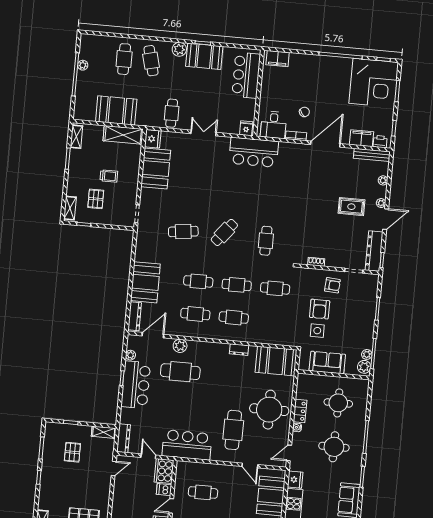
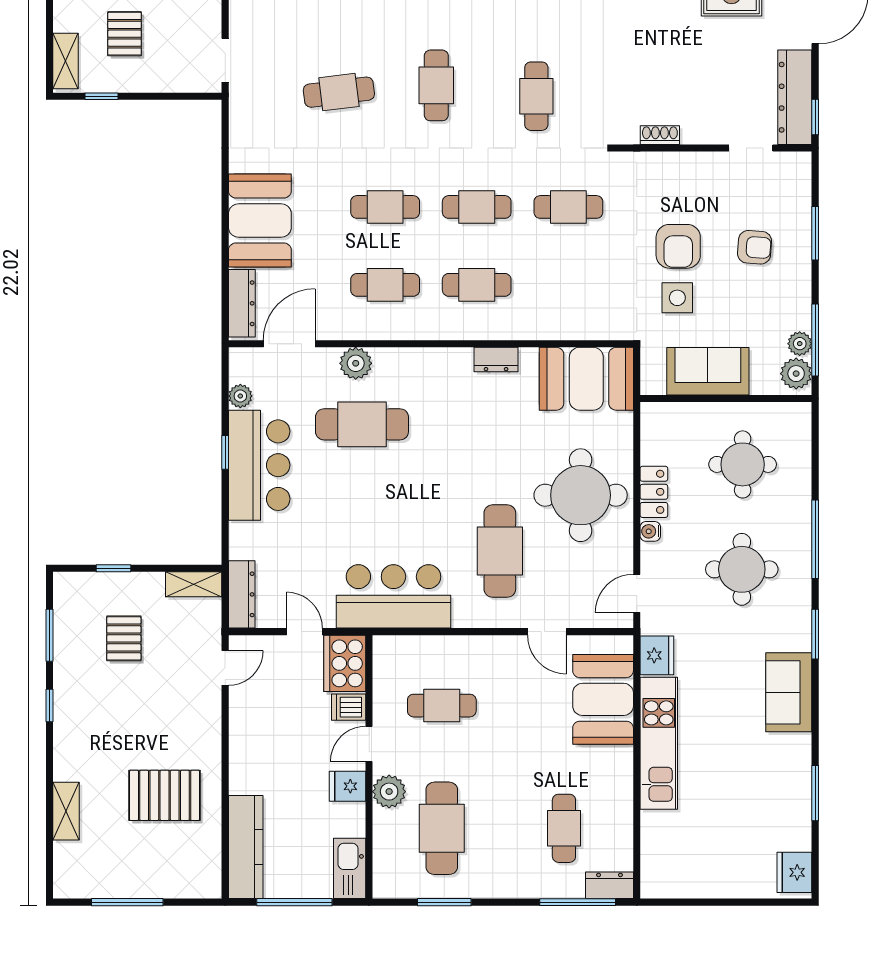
cafe table: (224, 232) -> (436, 85), turned -39
armchair: (332, 285) -> (755, 247), moved

